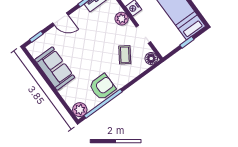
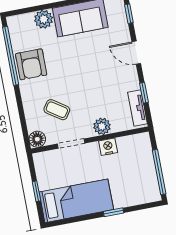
door: (60, 19) -> (136, 53), hinge flipped
plant: (80, 110) -> (44, 19), moved

